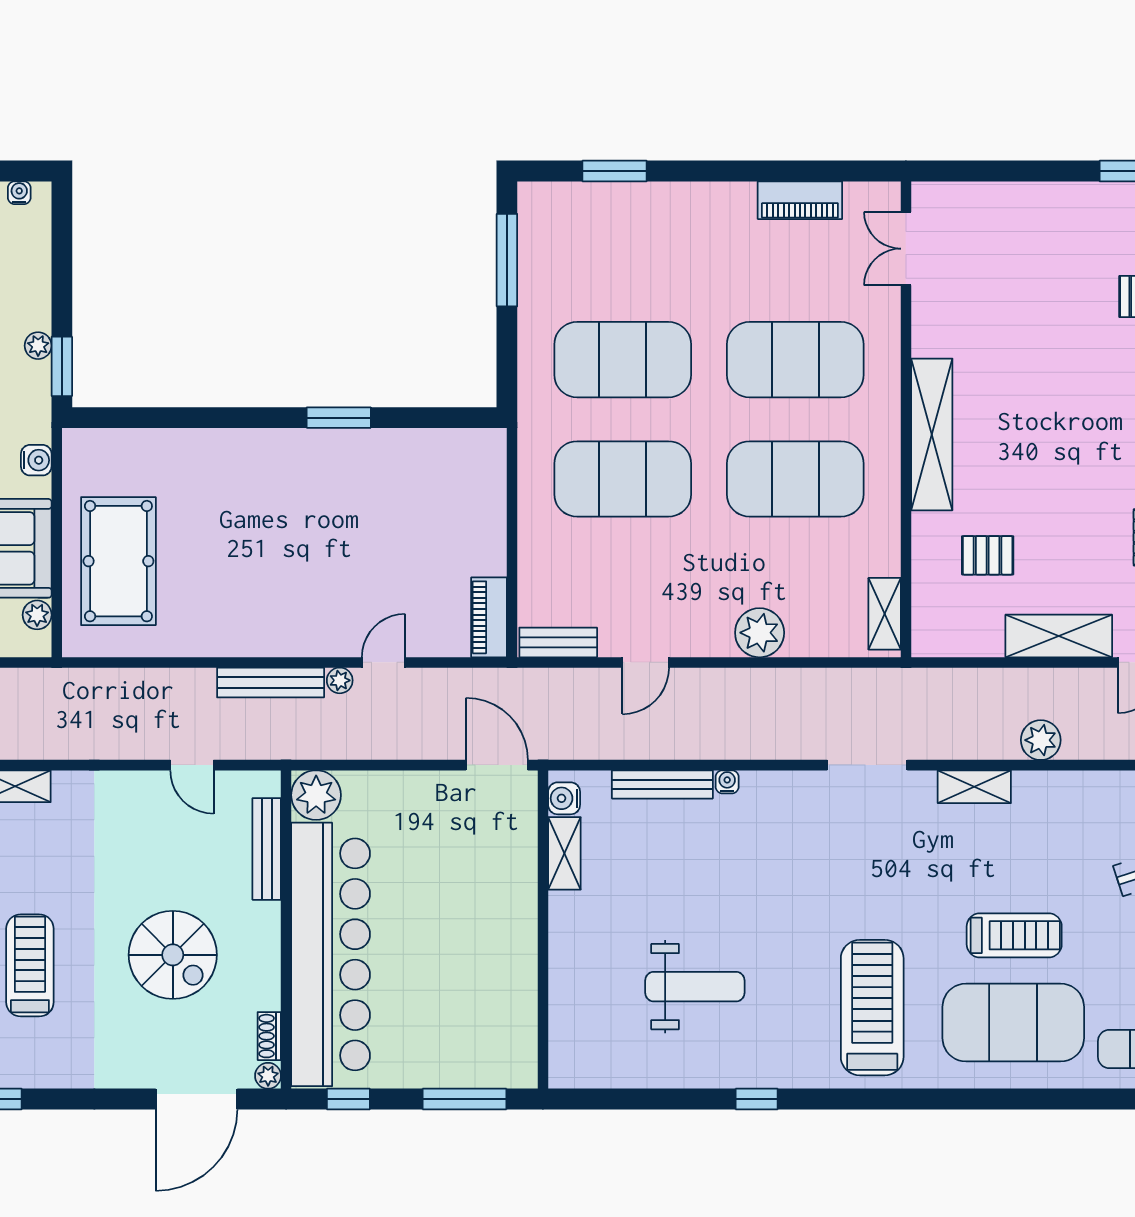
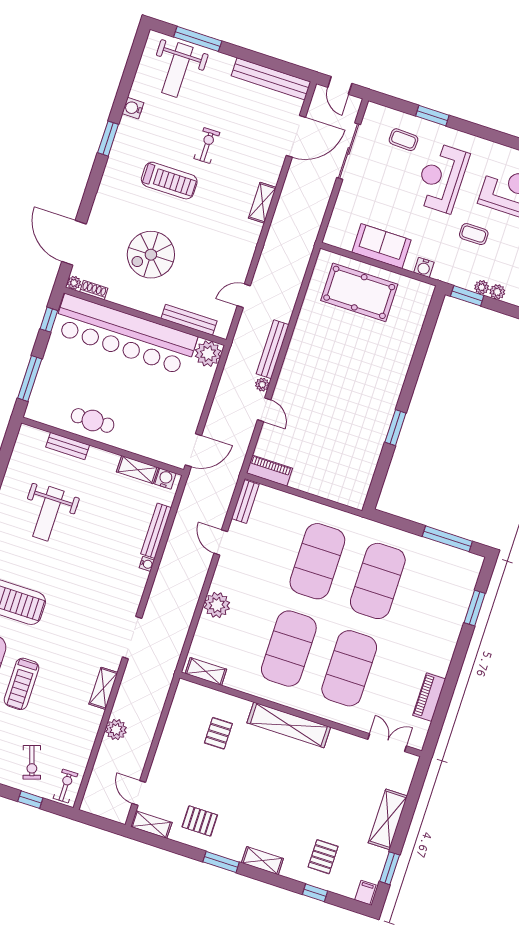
plant: (37, 615) -> (497, 292), moved
shelving: (1059, 636) -> (388, 819), moved
cafe table: (503, 962) -> (93, 420), added
bench: (563, 992) -> (68, 446), added

